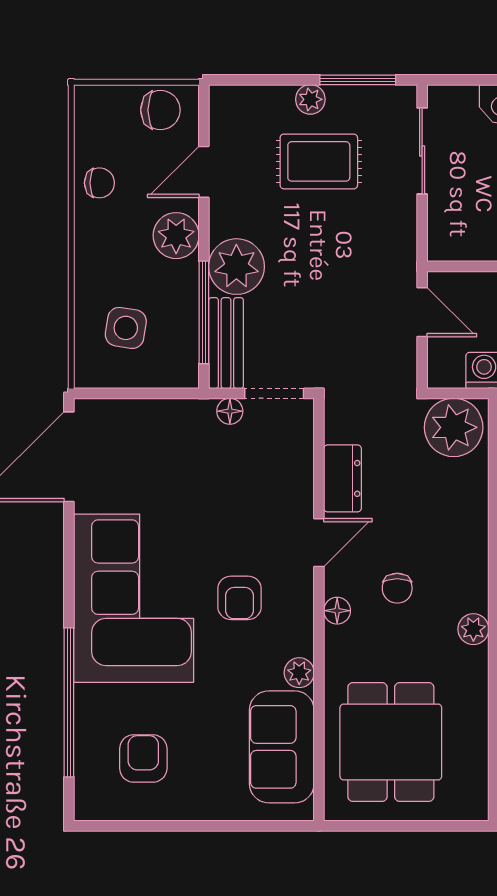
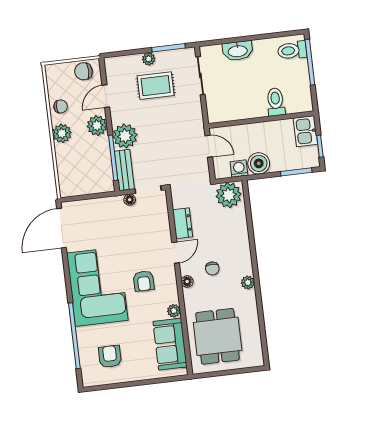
chair: (160, 110) -> (83, 71), turned 180
plant: (95, 244) -> (62, 133), added
side table: (126, 328) -> (80, 169), removed

